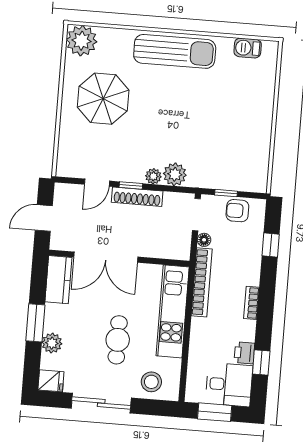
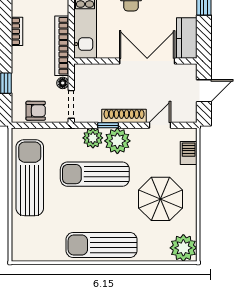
barbecue: (248, 48) -> (189, 153), moved, turned -90
sun lounger: (176, 133) -> (95, 174), added
sun lounger: (250, 135) -> (30, 178), added
plant: (153, 176) -> (117, 141), width x1.88, depth x1.88
window: (131, 185) -> (108, 125), moved
window: (226, 193) -> (47, 125), removed

